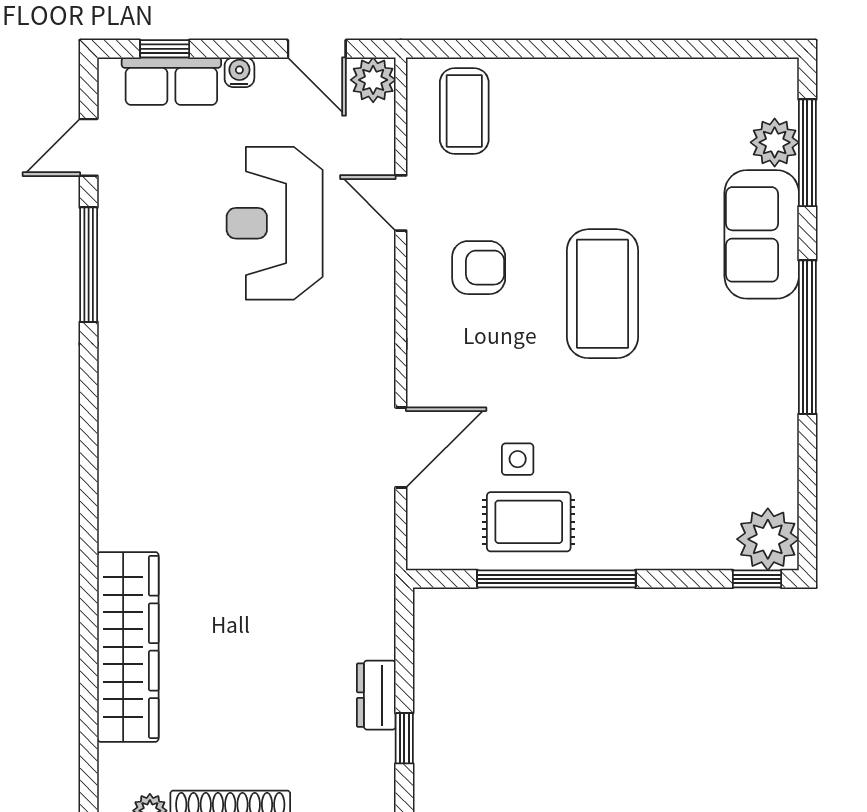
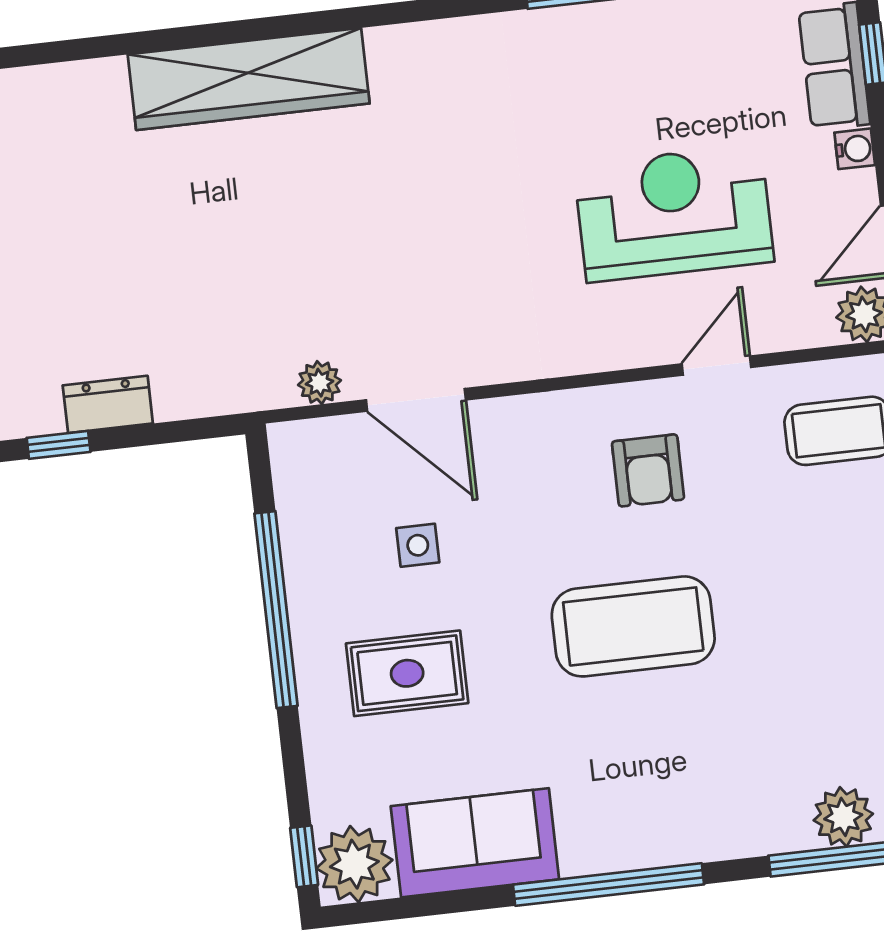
sofa: (762, 234) -> (475, 843), moved
rug: (529, 522) -> (407, 673), moved, turned 90
plant: (378, 523) -> (319, 383), added
wardrobe: (128, 647) -> (249, 79), moved

